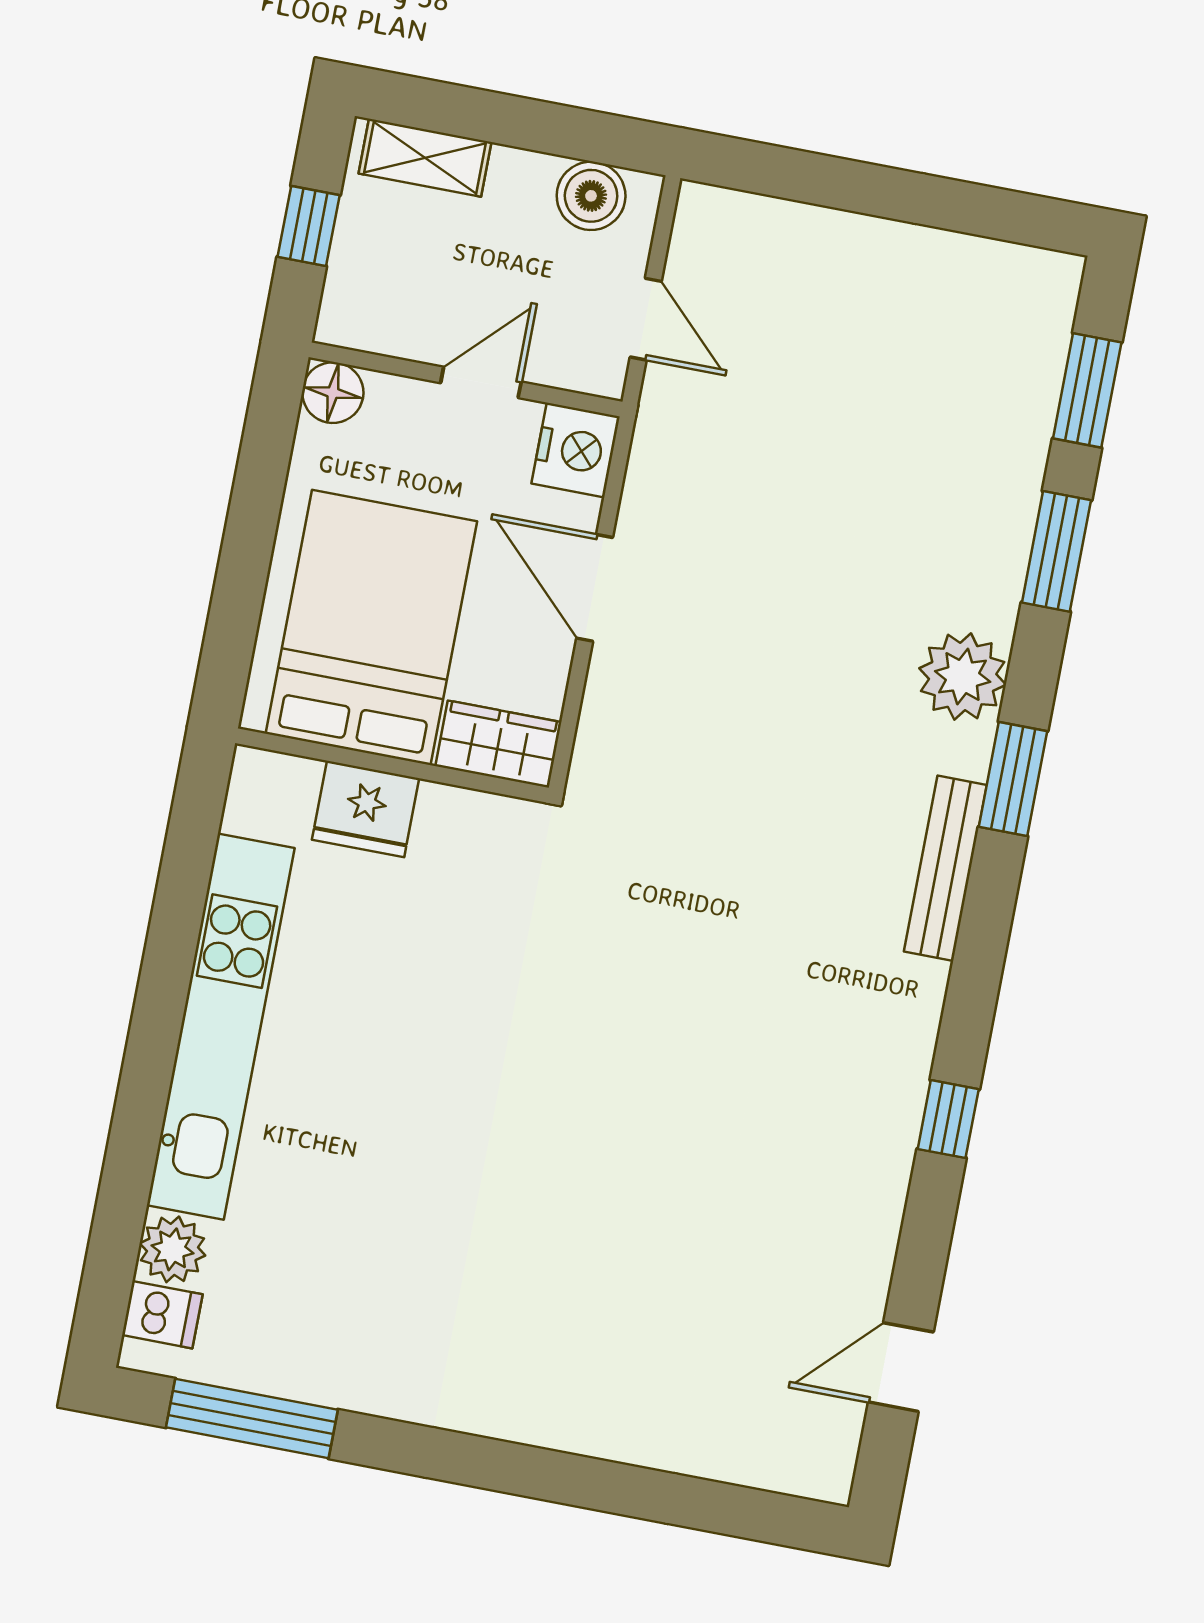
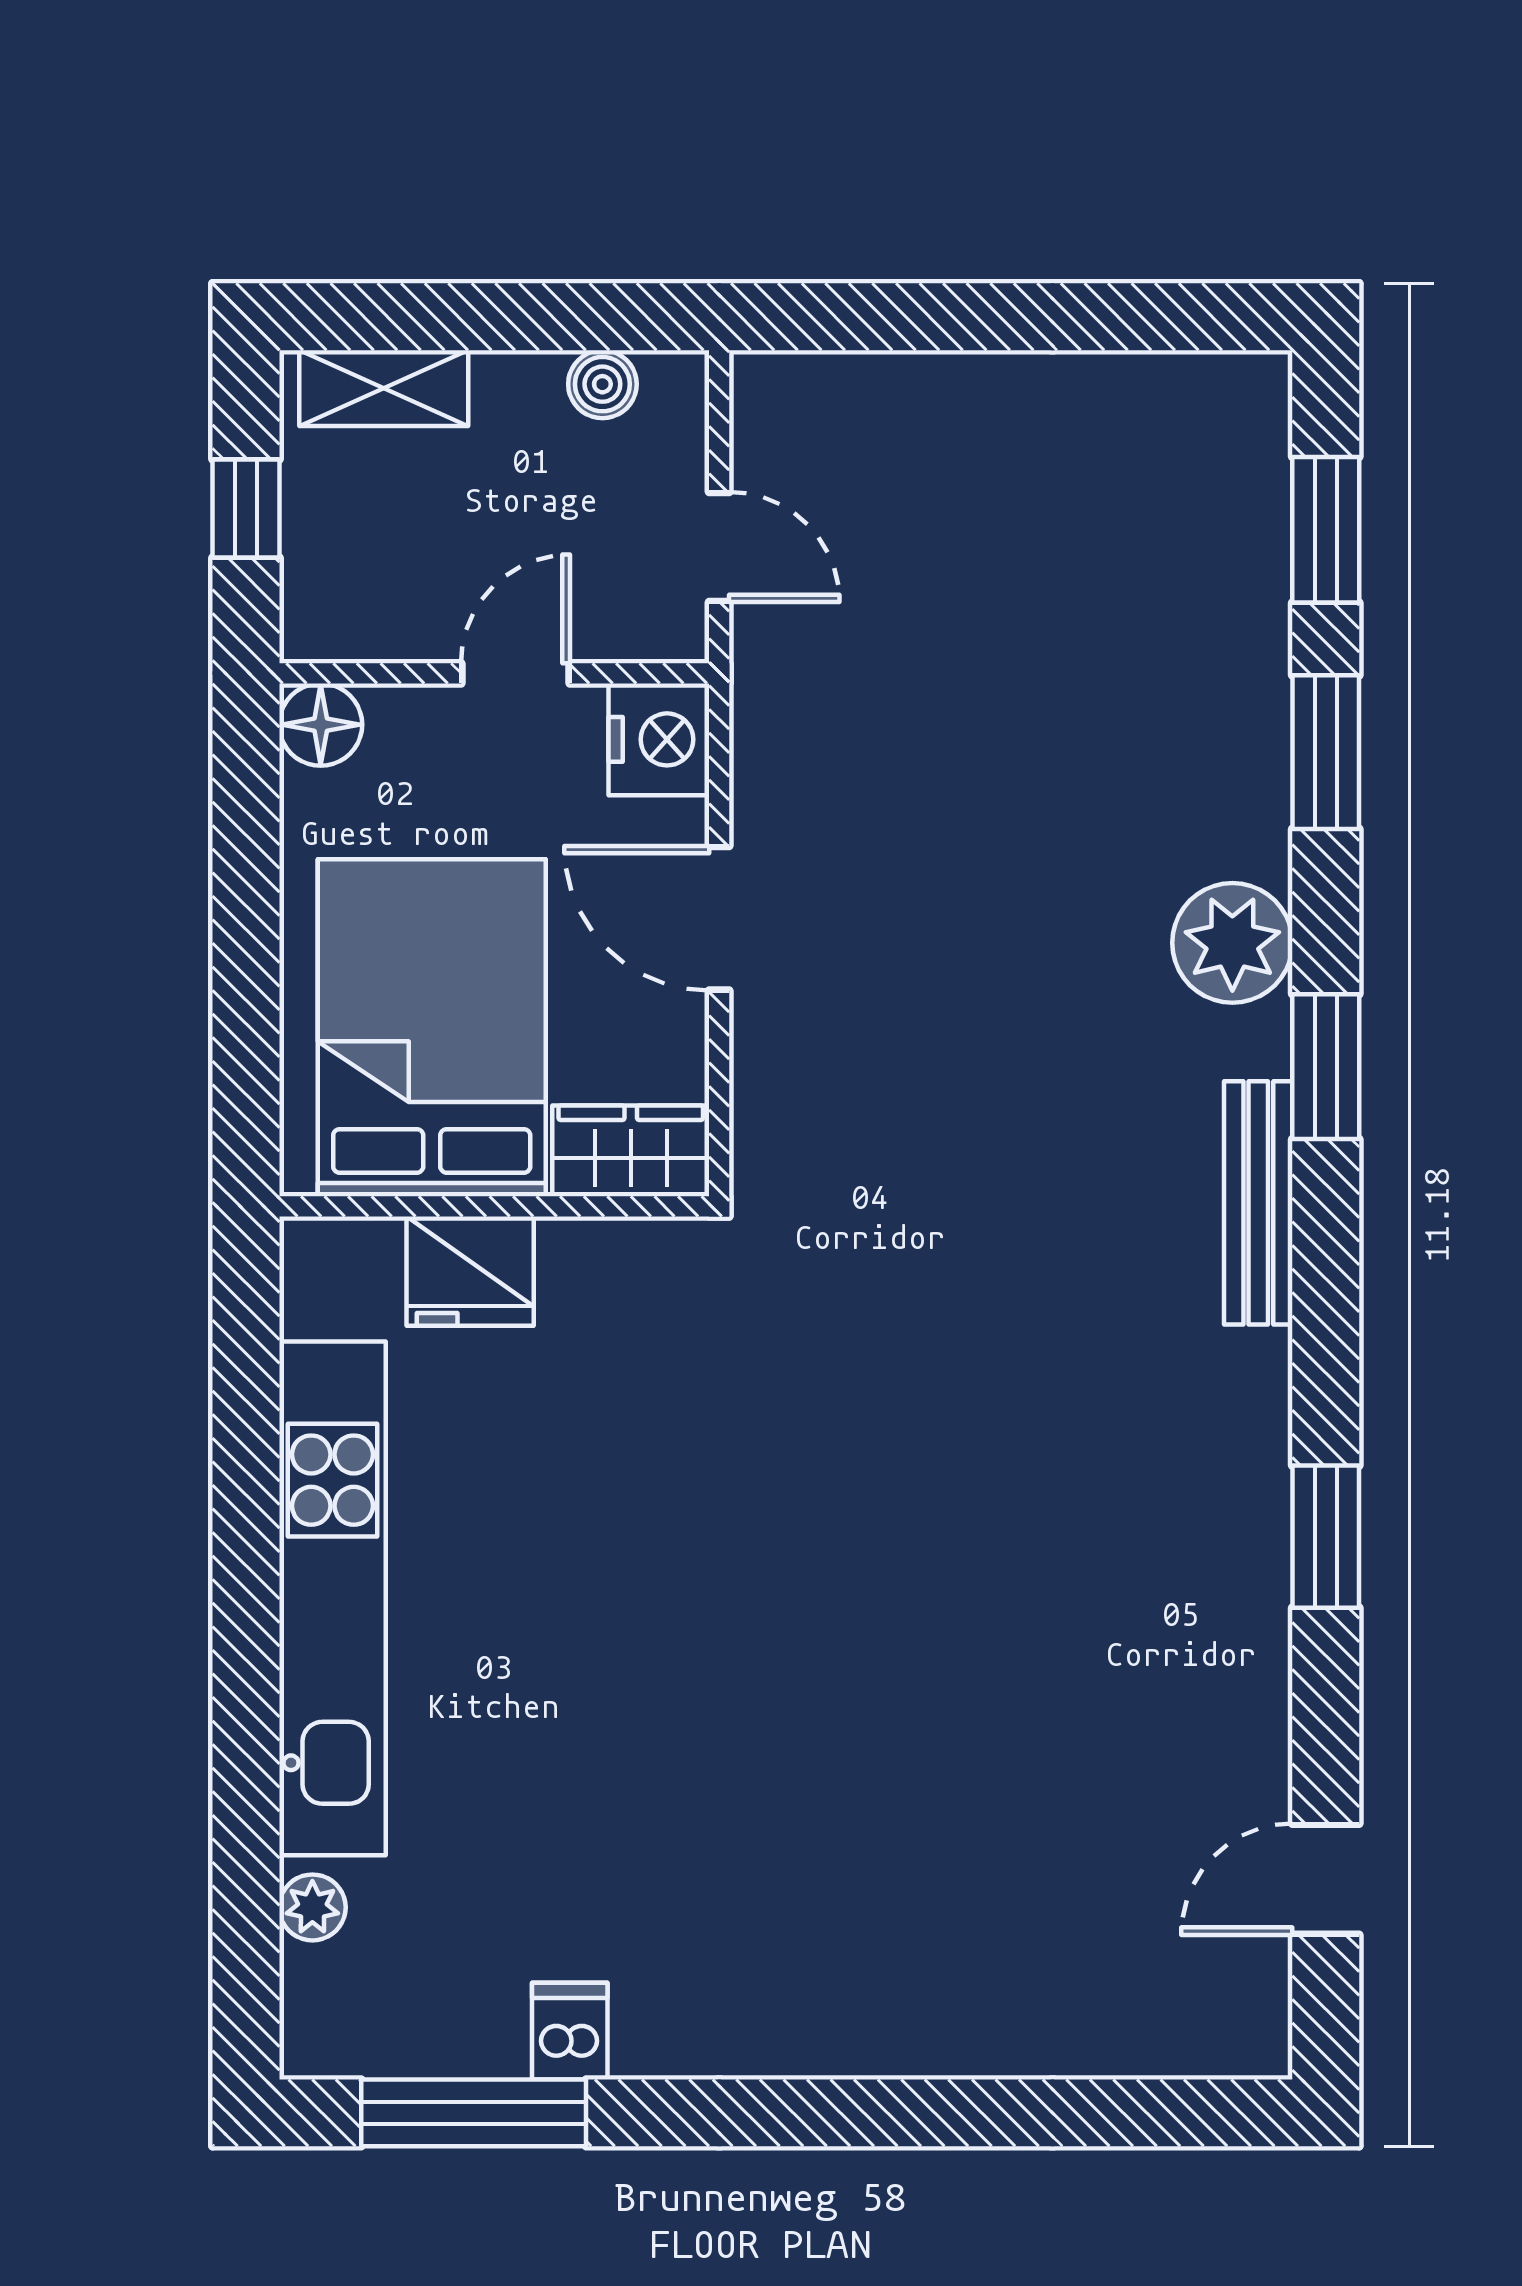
boiler: (591, 196) -> (602, 384), width x0.73, depth x0.73
window: (948, 1119) -> (1326, 1537), width x1.50
plant: (173, 1249) -> (312, 1907), width x0.73, depth x0.73
dishwasher: (162, 1315) -> (570, 2031), moved, turned -90

